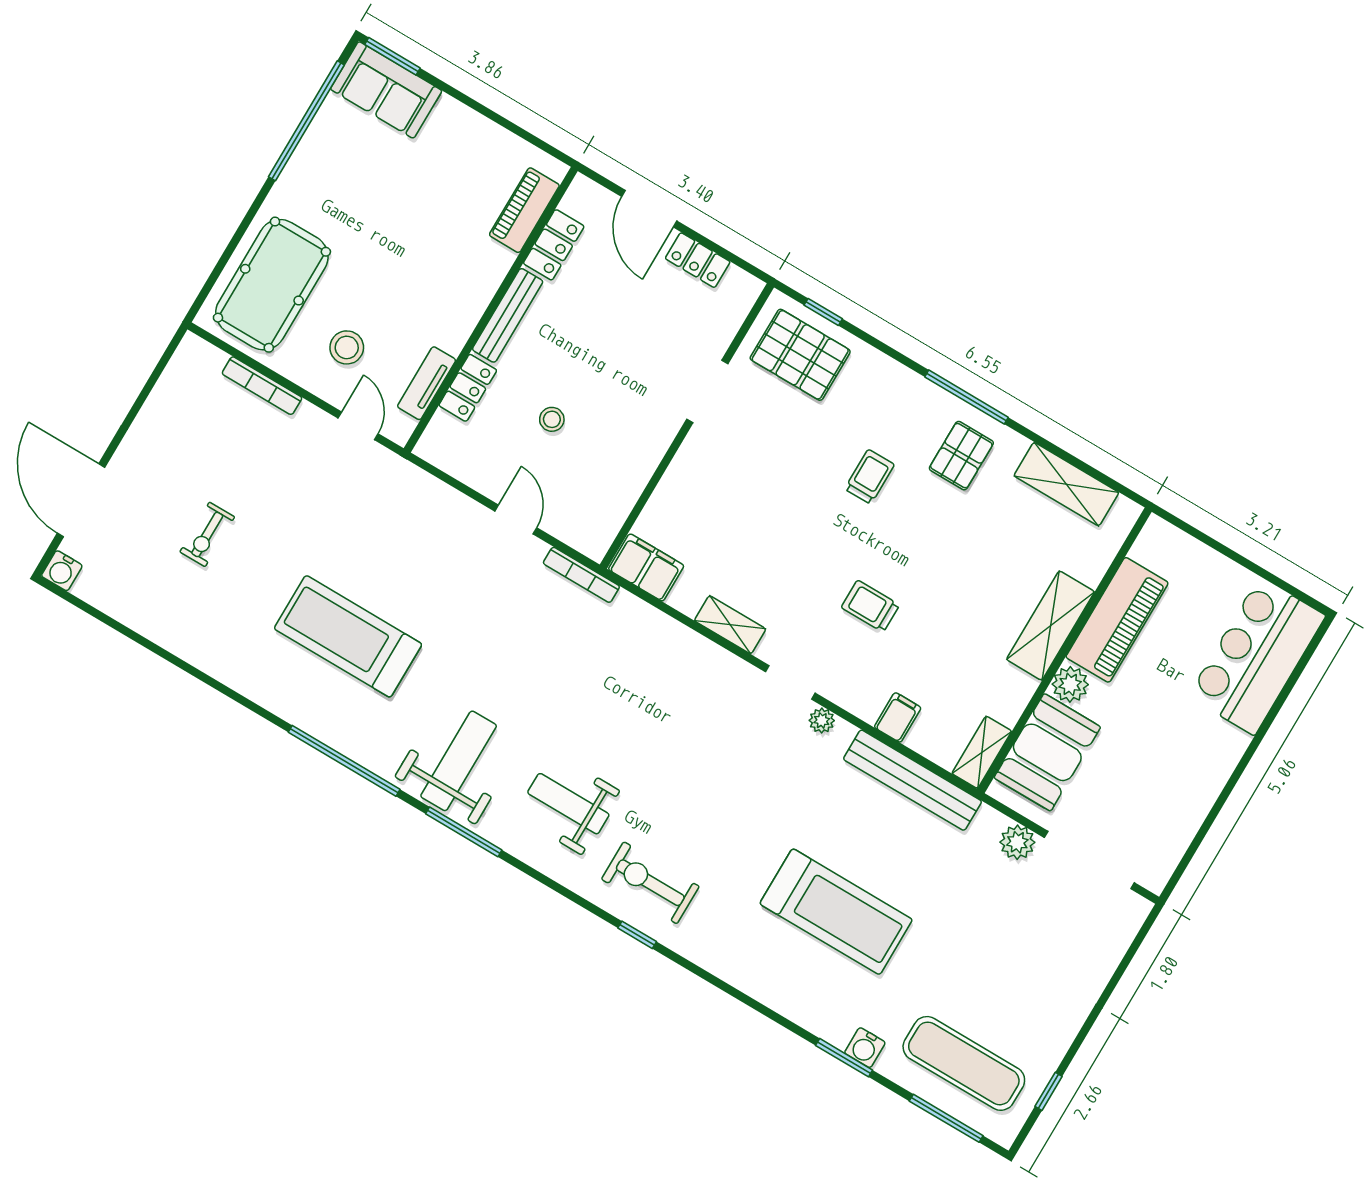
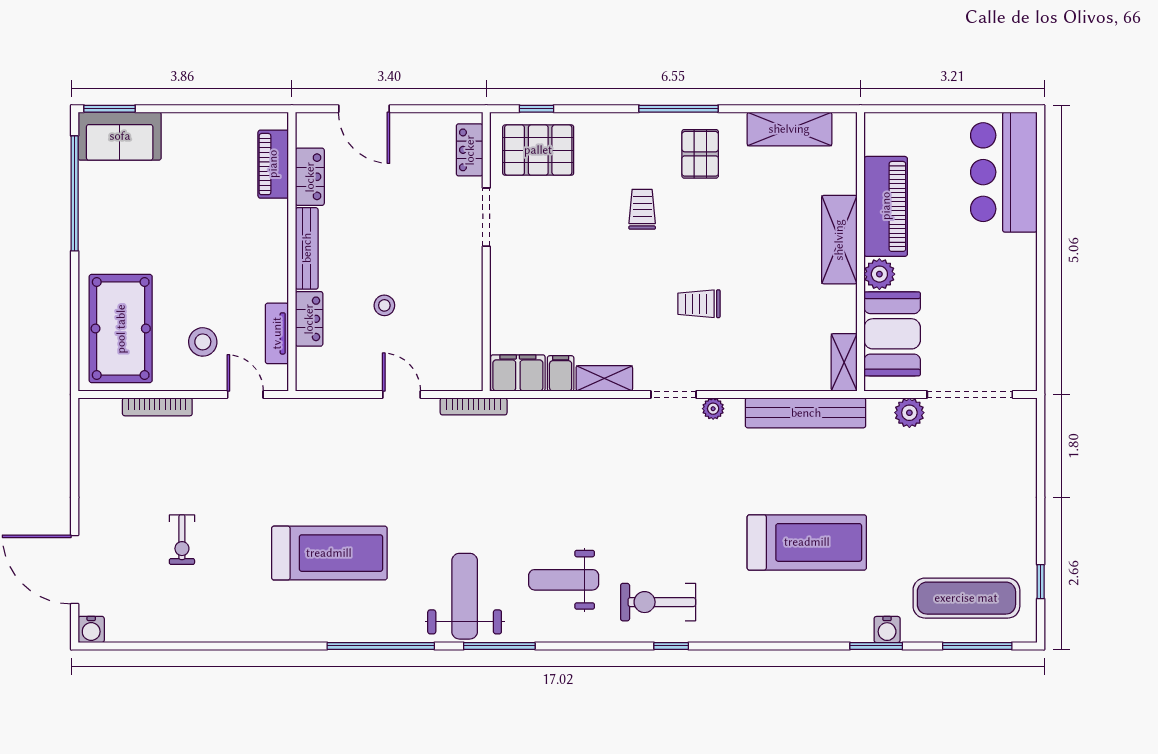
locker: (698, 260) -> (470, 150), moved, turned 90
treadmill: (348, 636) -> (329, 553), turned 180
filing cabinet: (898, 717) -> (561, 373), moved

